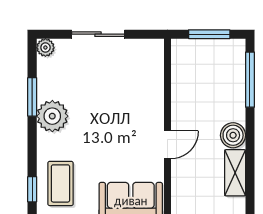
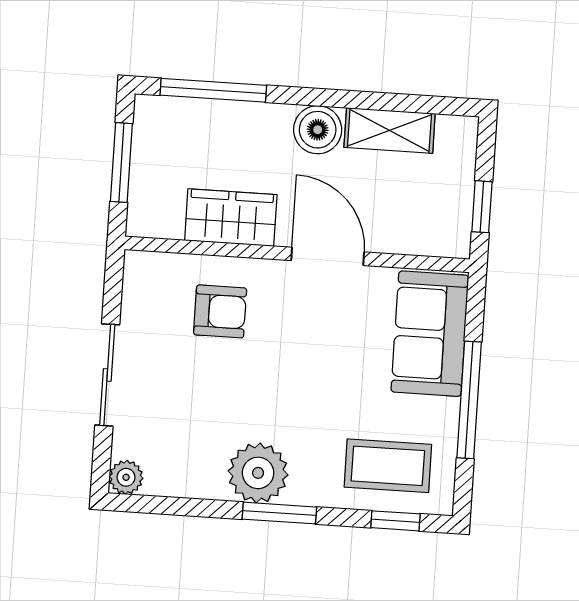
armchair: (135, 91) -> (220, 311), added
wardrobe: (184, 93) -> (231, 218), added
window: (32, 97) -> (279, 513), moved
door: (167, 145) -> (328, 256), width x1.38

